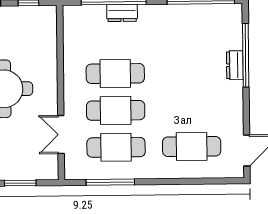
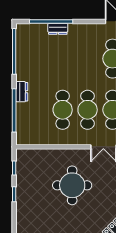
dresser: (122, 13) -> (22, 92), moved

